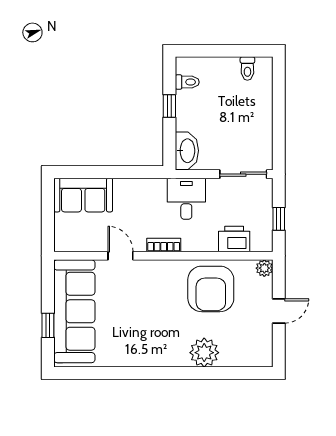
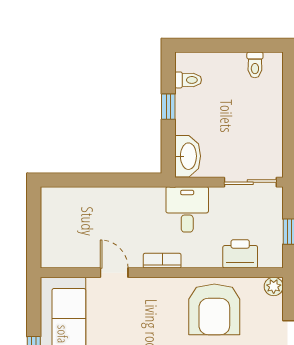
sofa: (83, 195) -> (73, 205), removed

